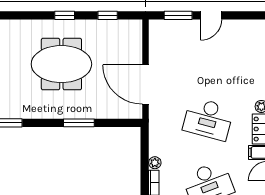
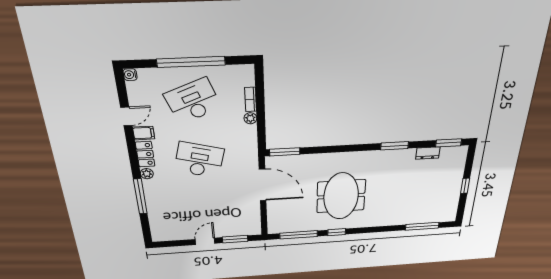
window: (108, 15) -> (299, 235), width x2.17
meeting table: (61, 64) -> (341, 196), turned 90
window: (79, 123) -> (285, 152), moved

